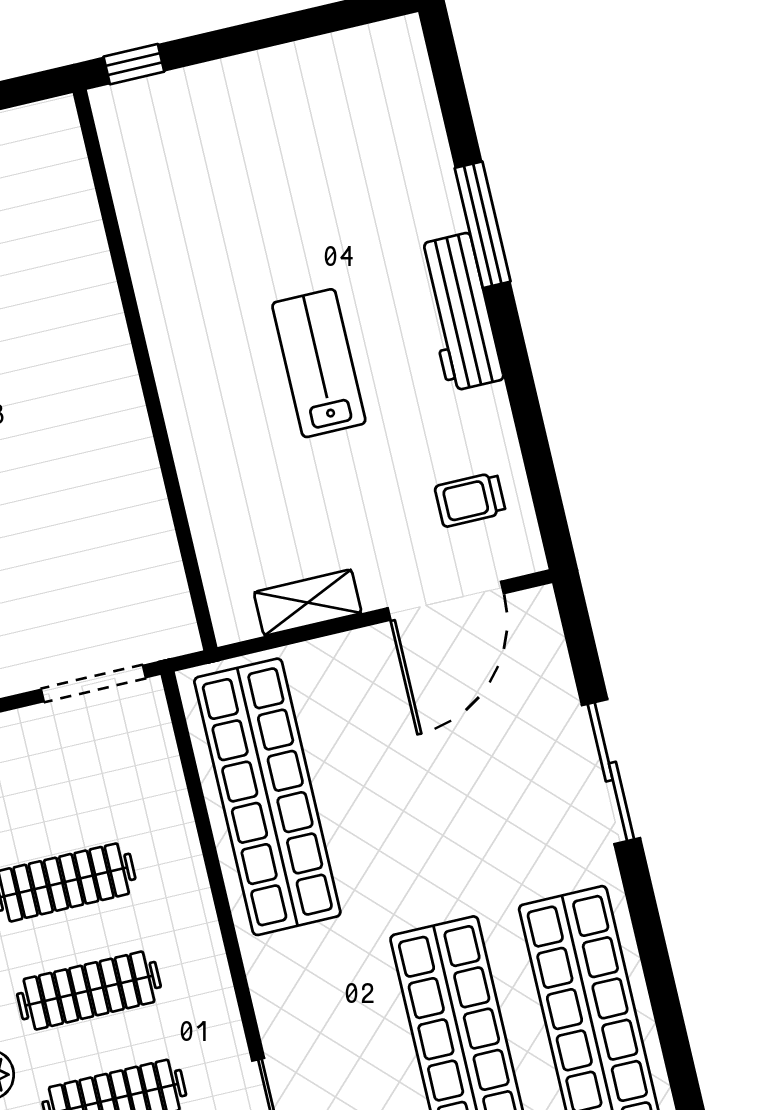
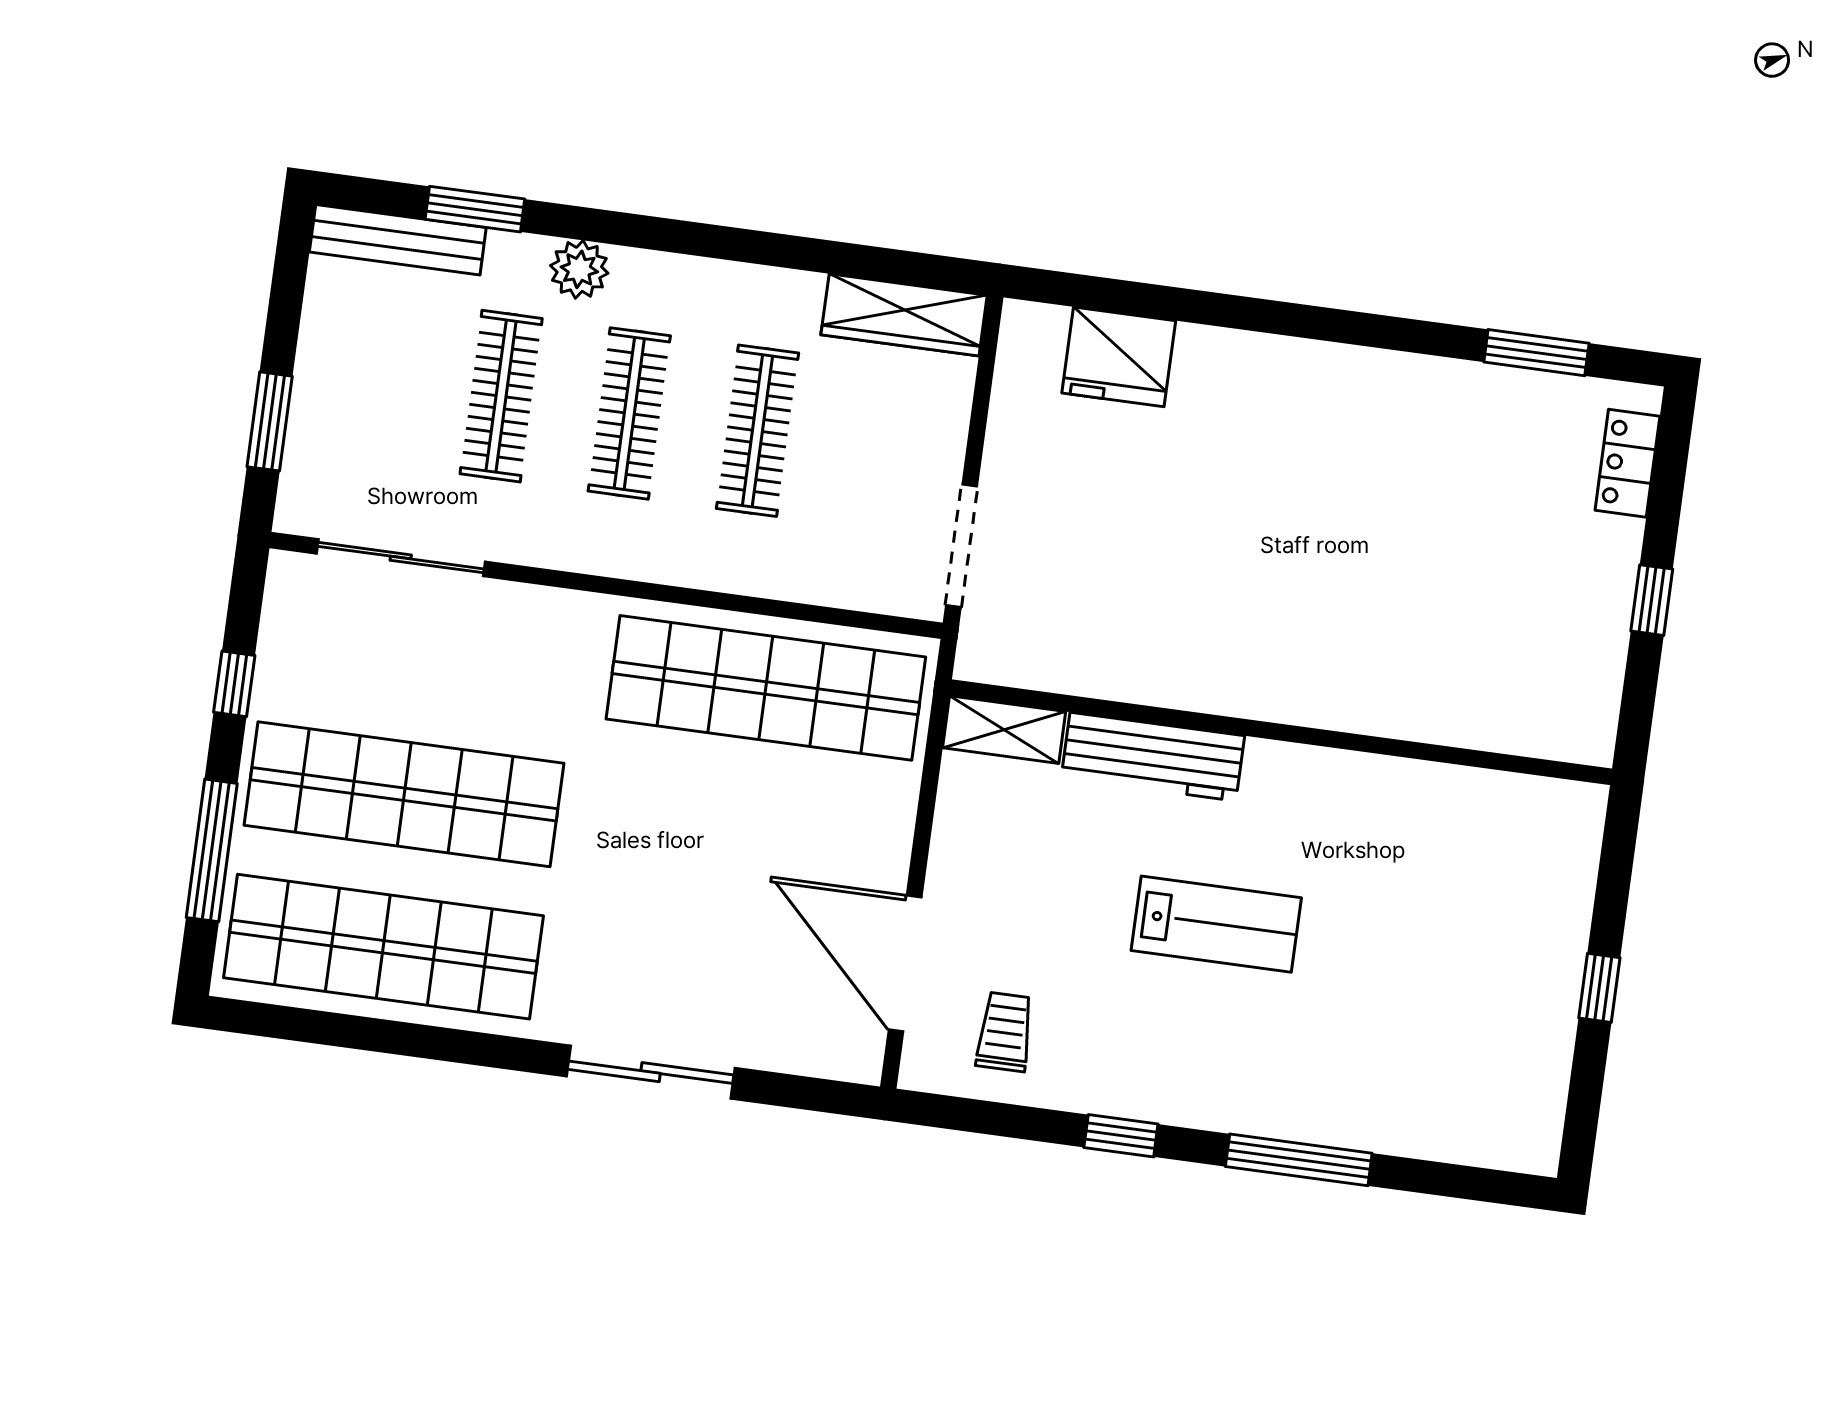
window: (134, 64) -> (1599, 988), moved
workbench: (459, 312) -> (1153, 757), moved, turned 180
window: (518, 375) -> (1121, 1136), added
shelving: (308, 603) -> (1004, 730), moved, turned 90

